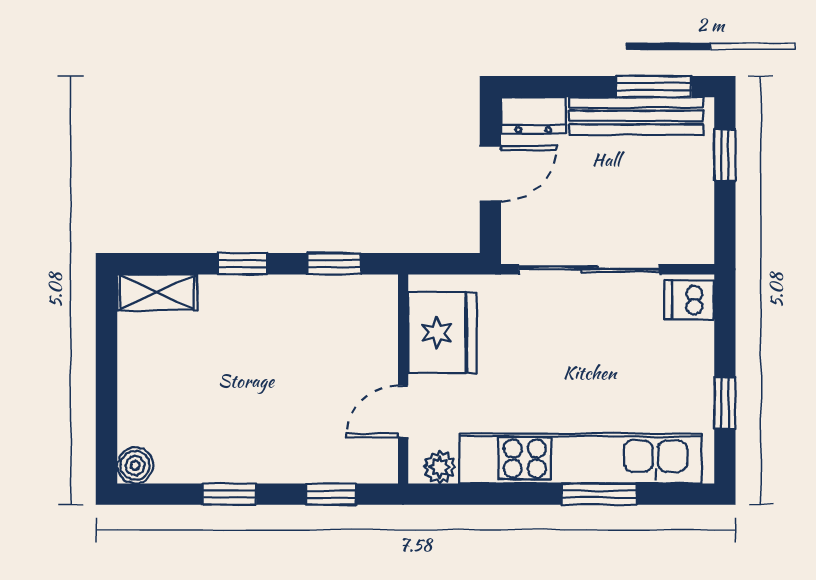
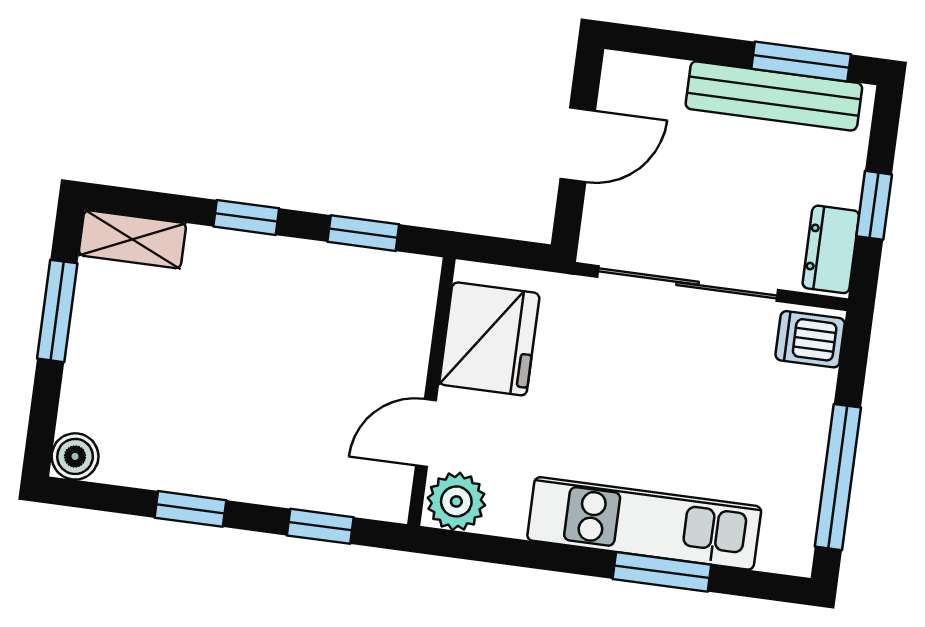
dresser: (533, 115) -> (831, 249), moved, turned 90
window: (725, 155) -> (874, 205), moved
window: (107, 355) -> (57, 311), added
window: (725, 403) -> (838, 477), width x2.17
kitchen unit: (580, 459) -> (644, 523), width x0.73
plant: (440, 467) -> (456, 501), width x1.38, depth x1.38

